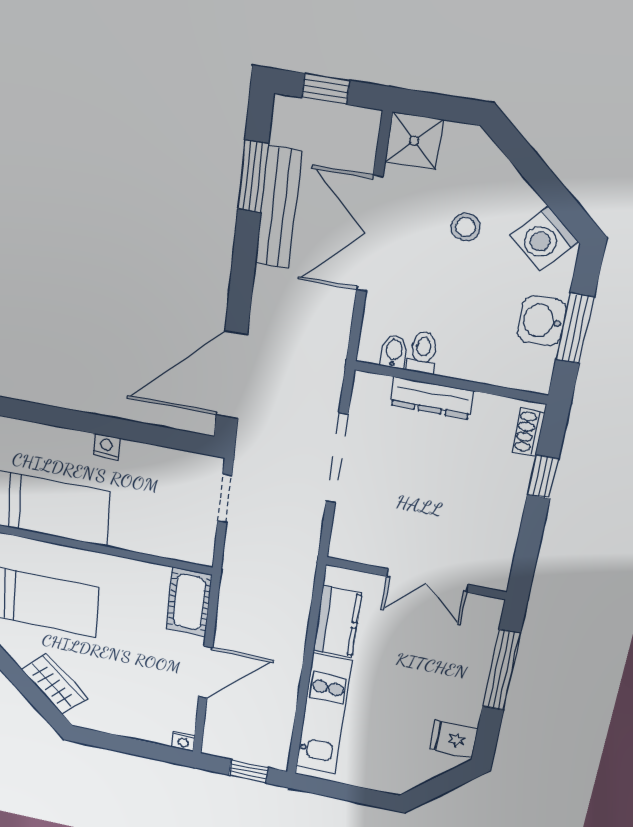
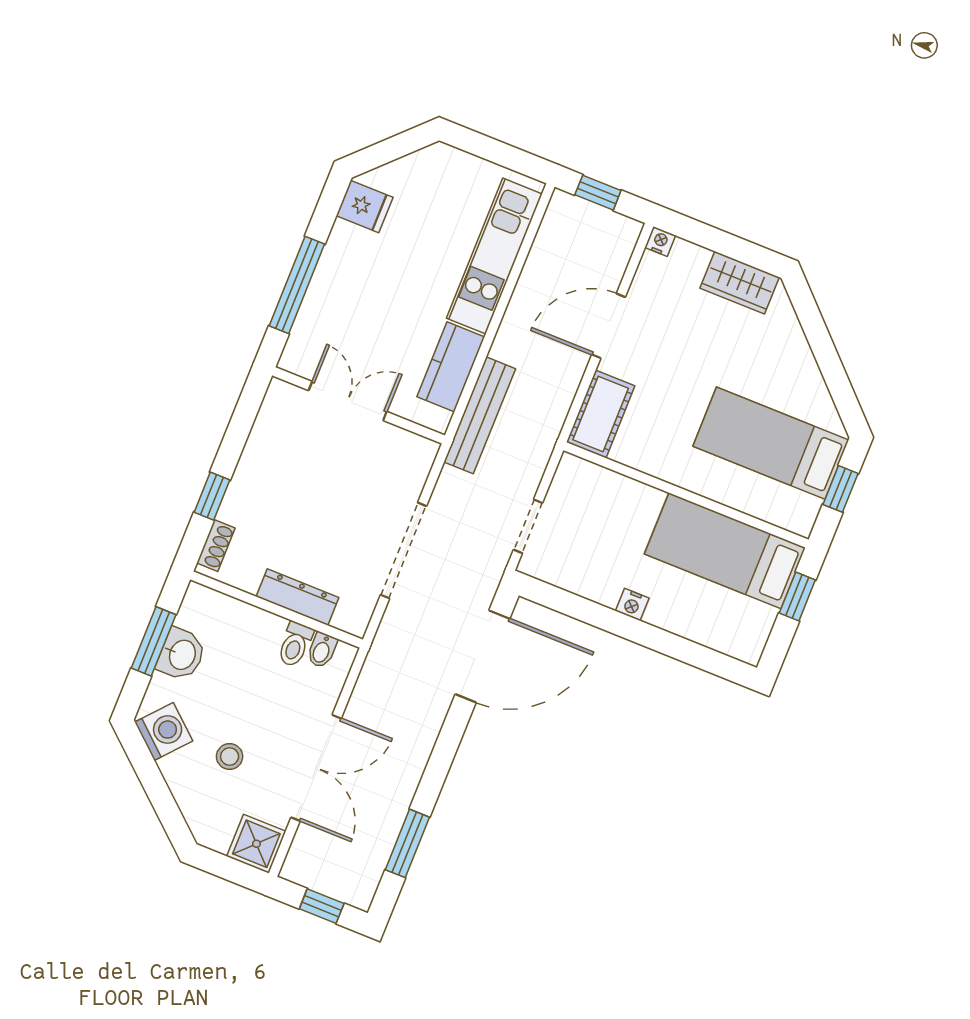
bench: (278, 208) -> (480, 415), moved
wardrobe: (54, 684) -> (740, 283), moved, turned -45

